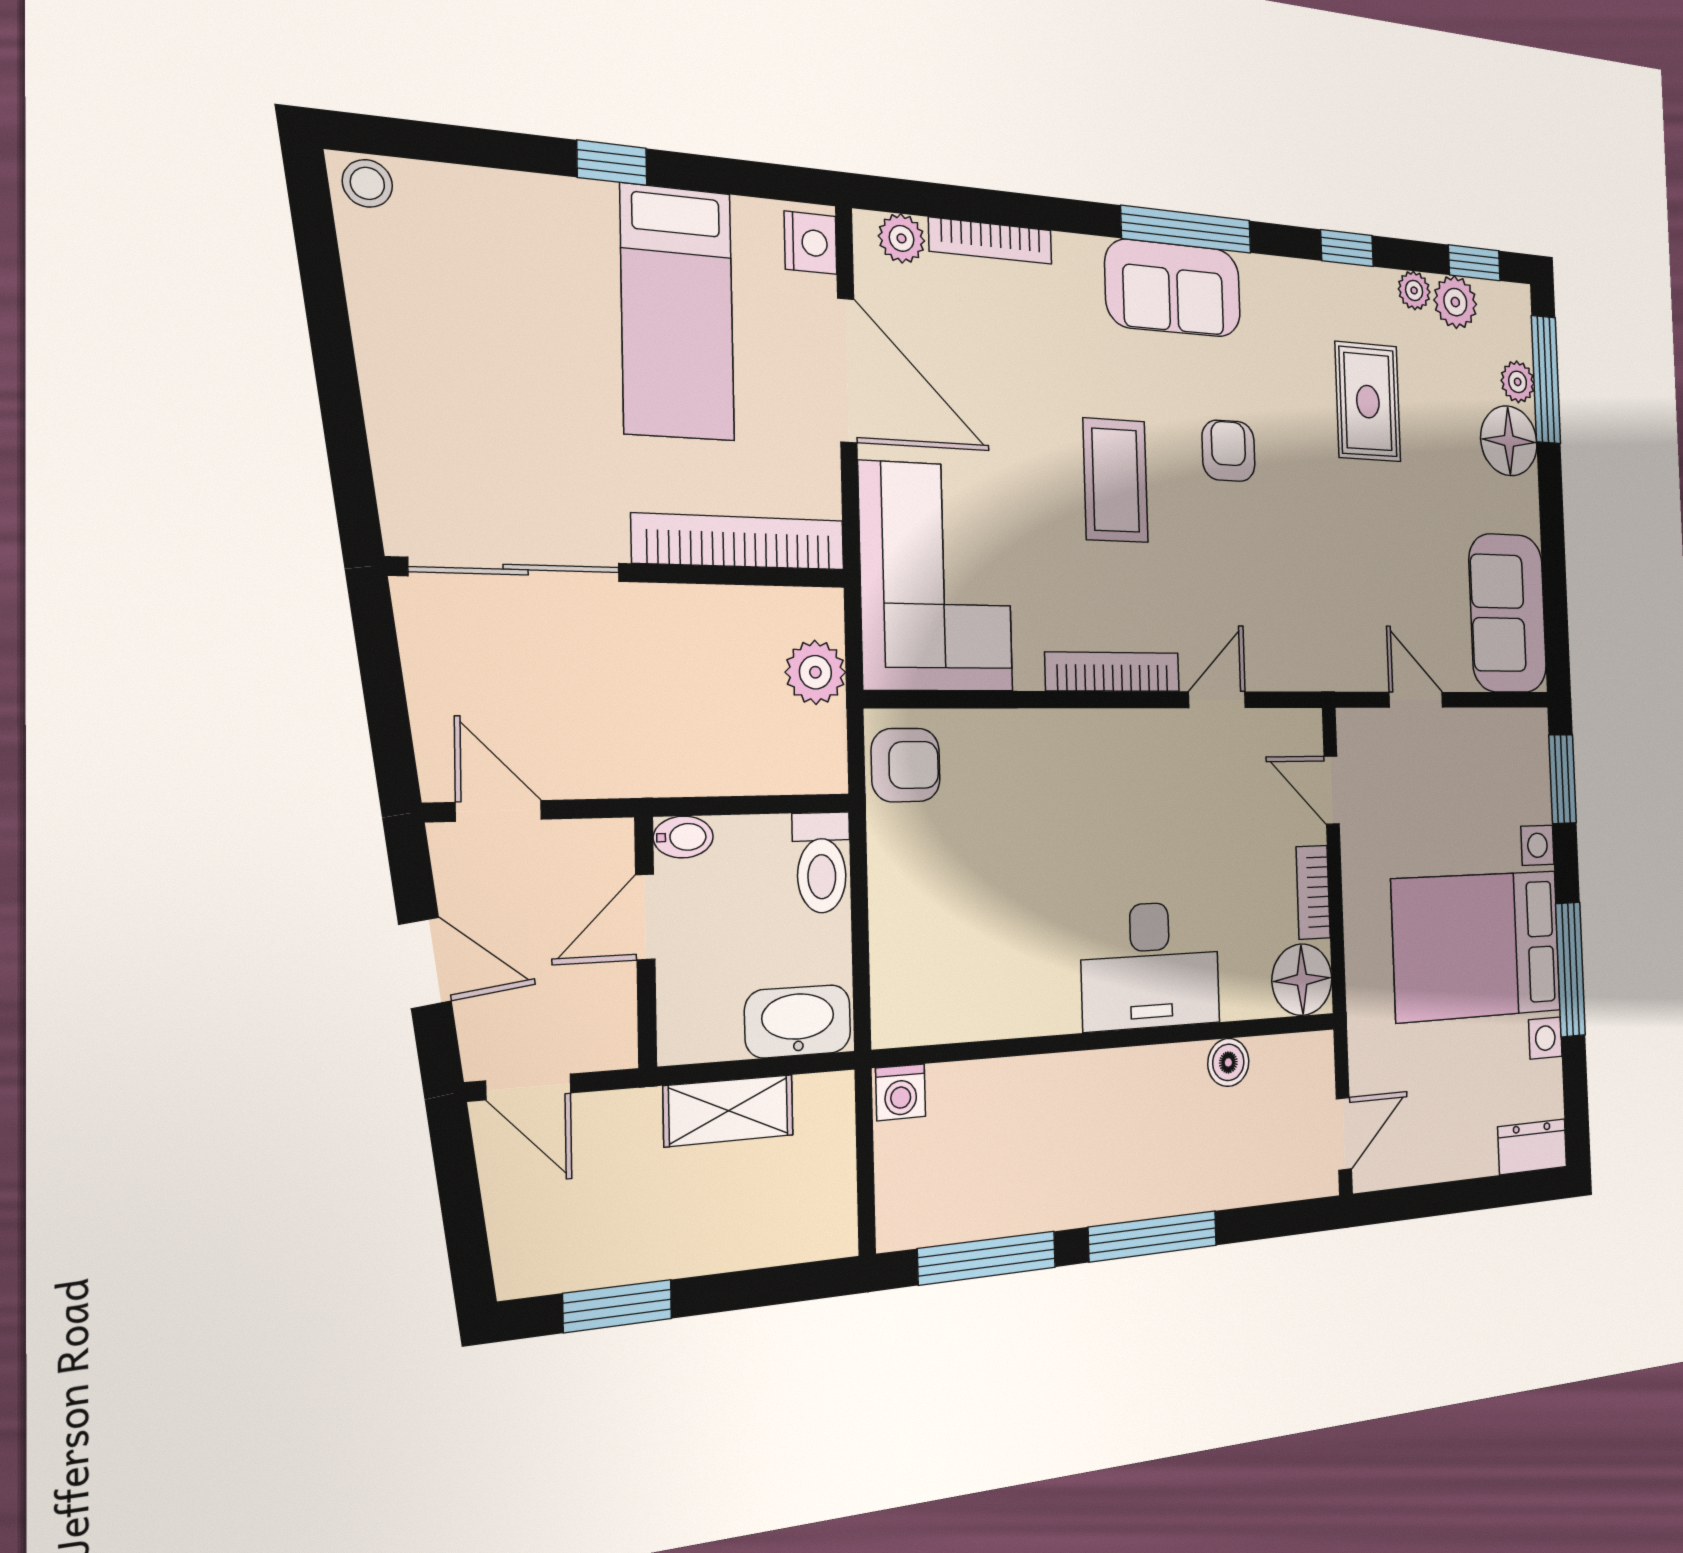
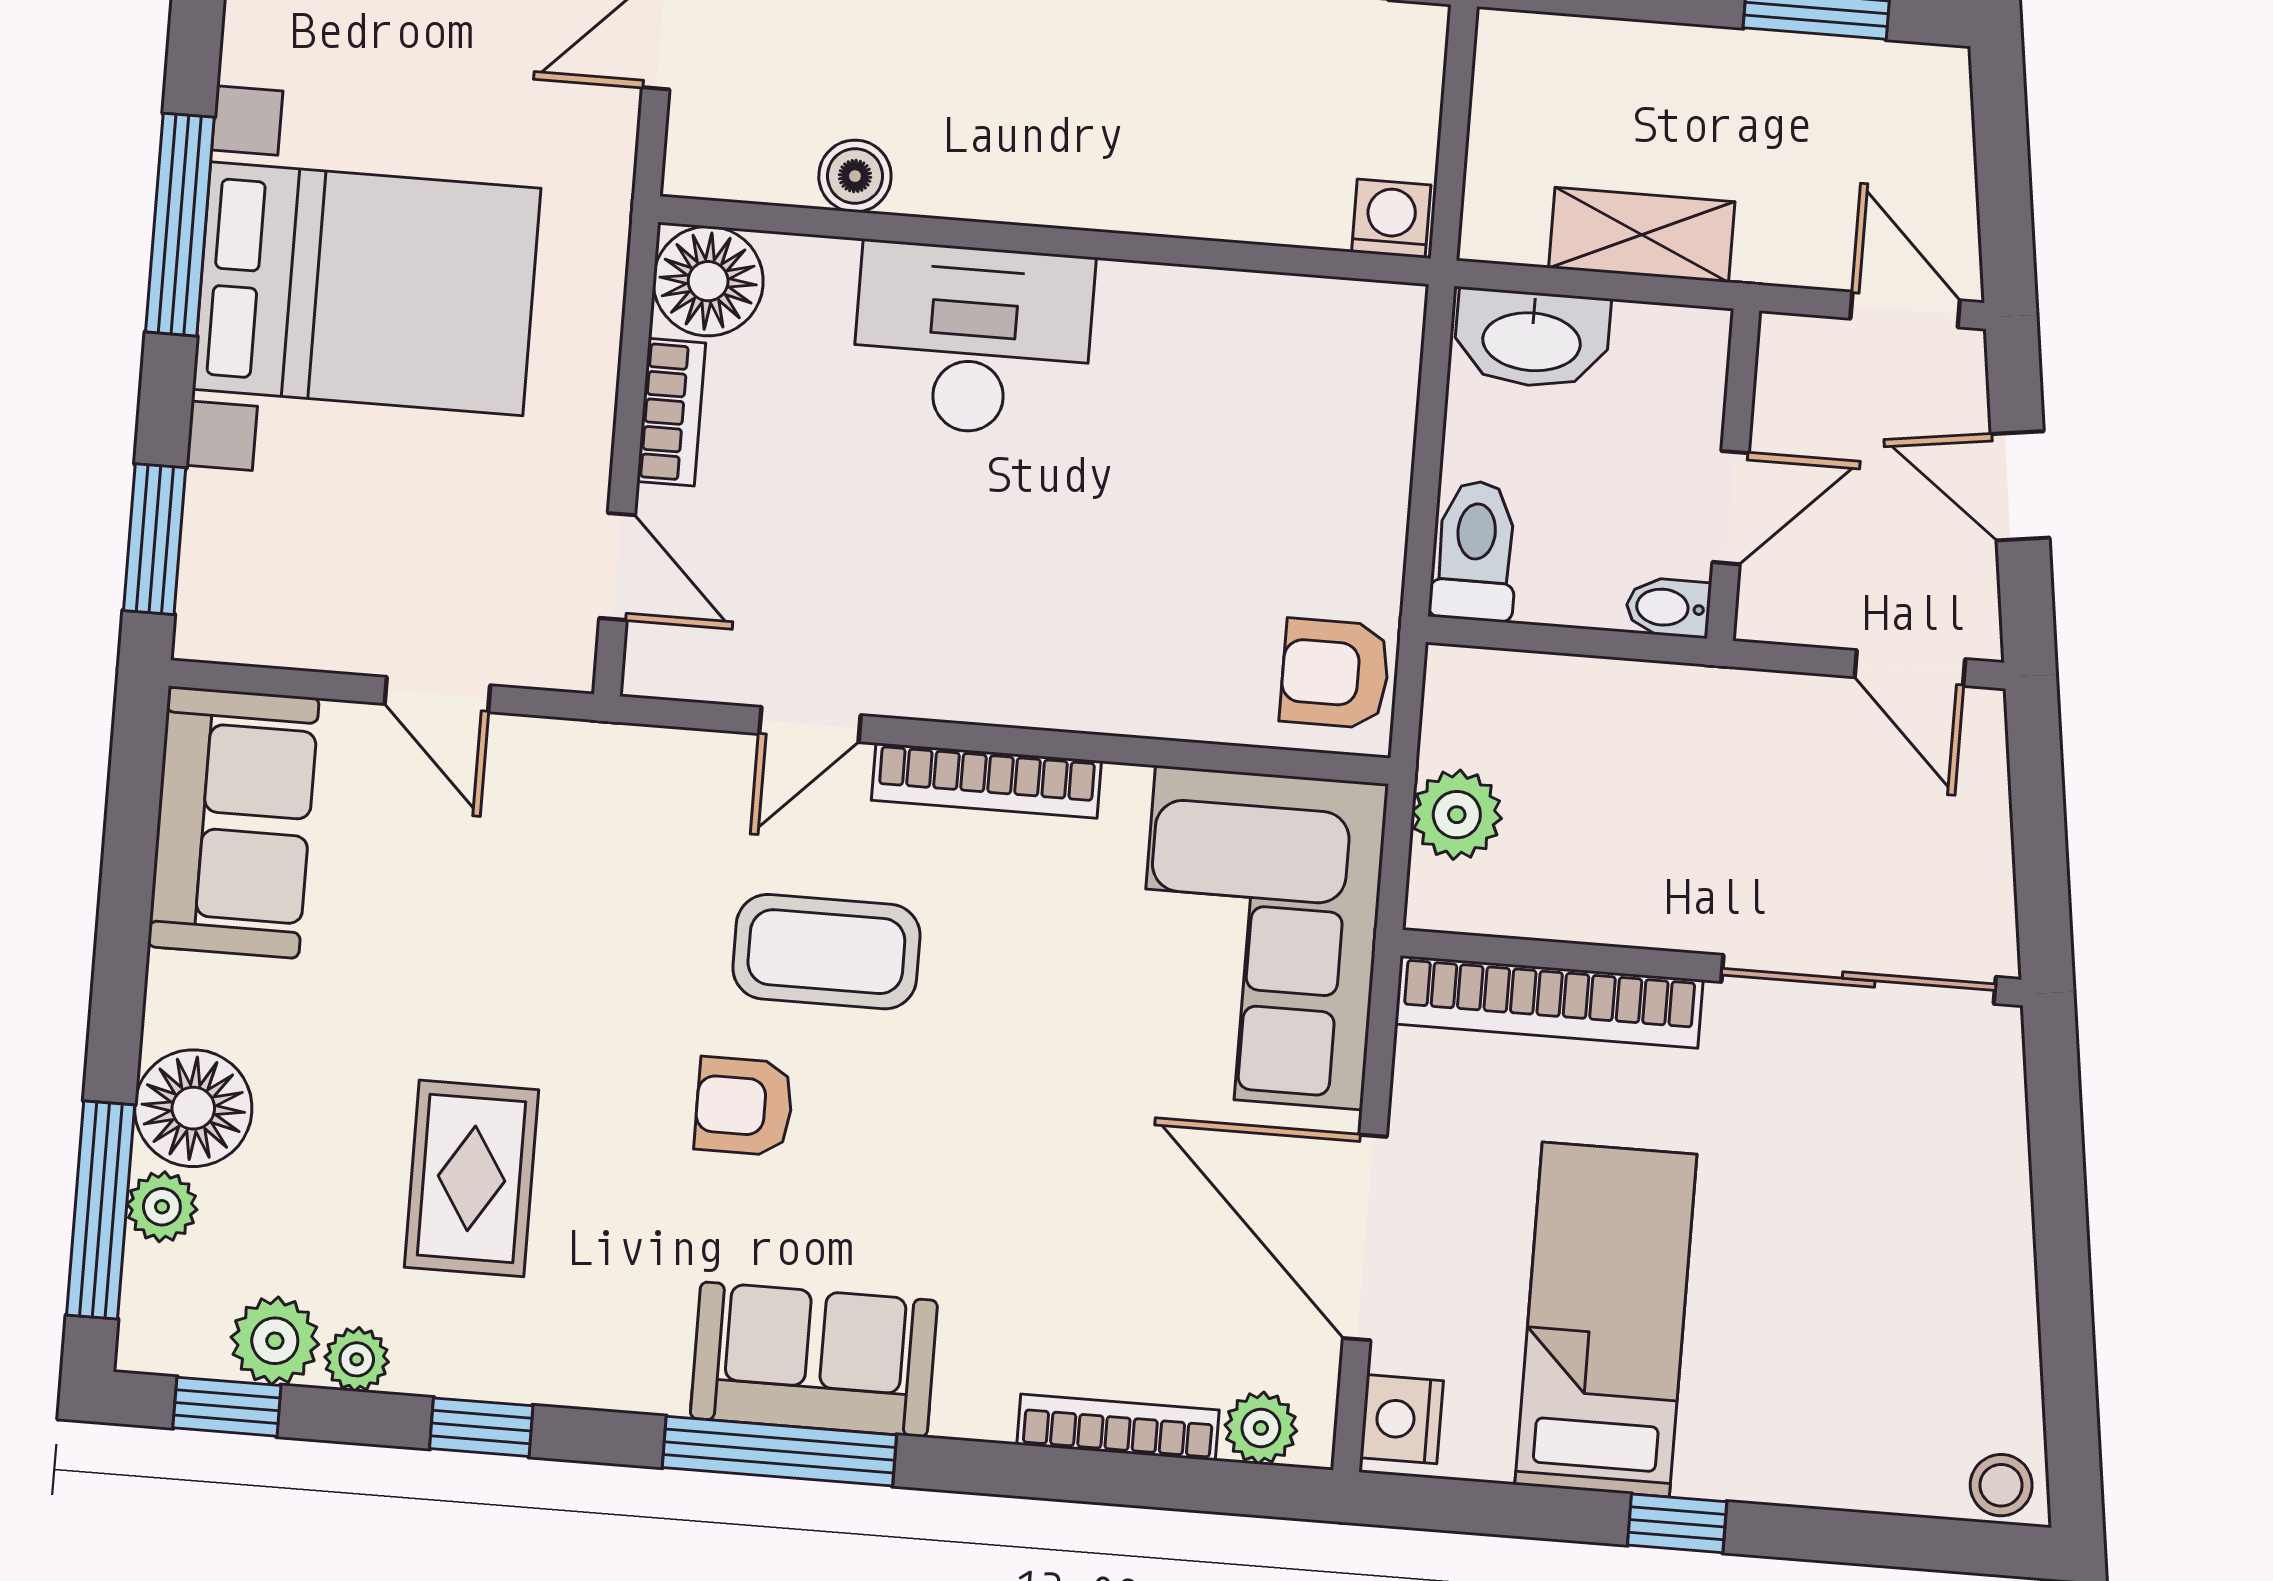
armchair: (1229, 451) -> (744, 1106), turned 90
coffee table: (1115, 480) -> (826, 952), moved, turned 90

